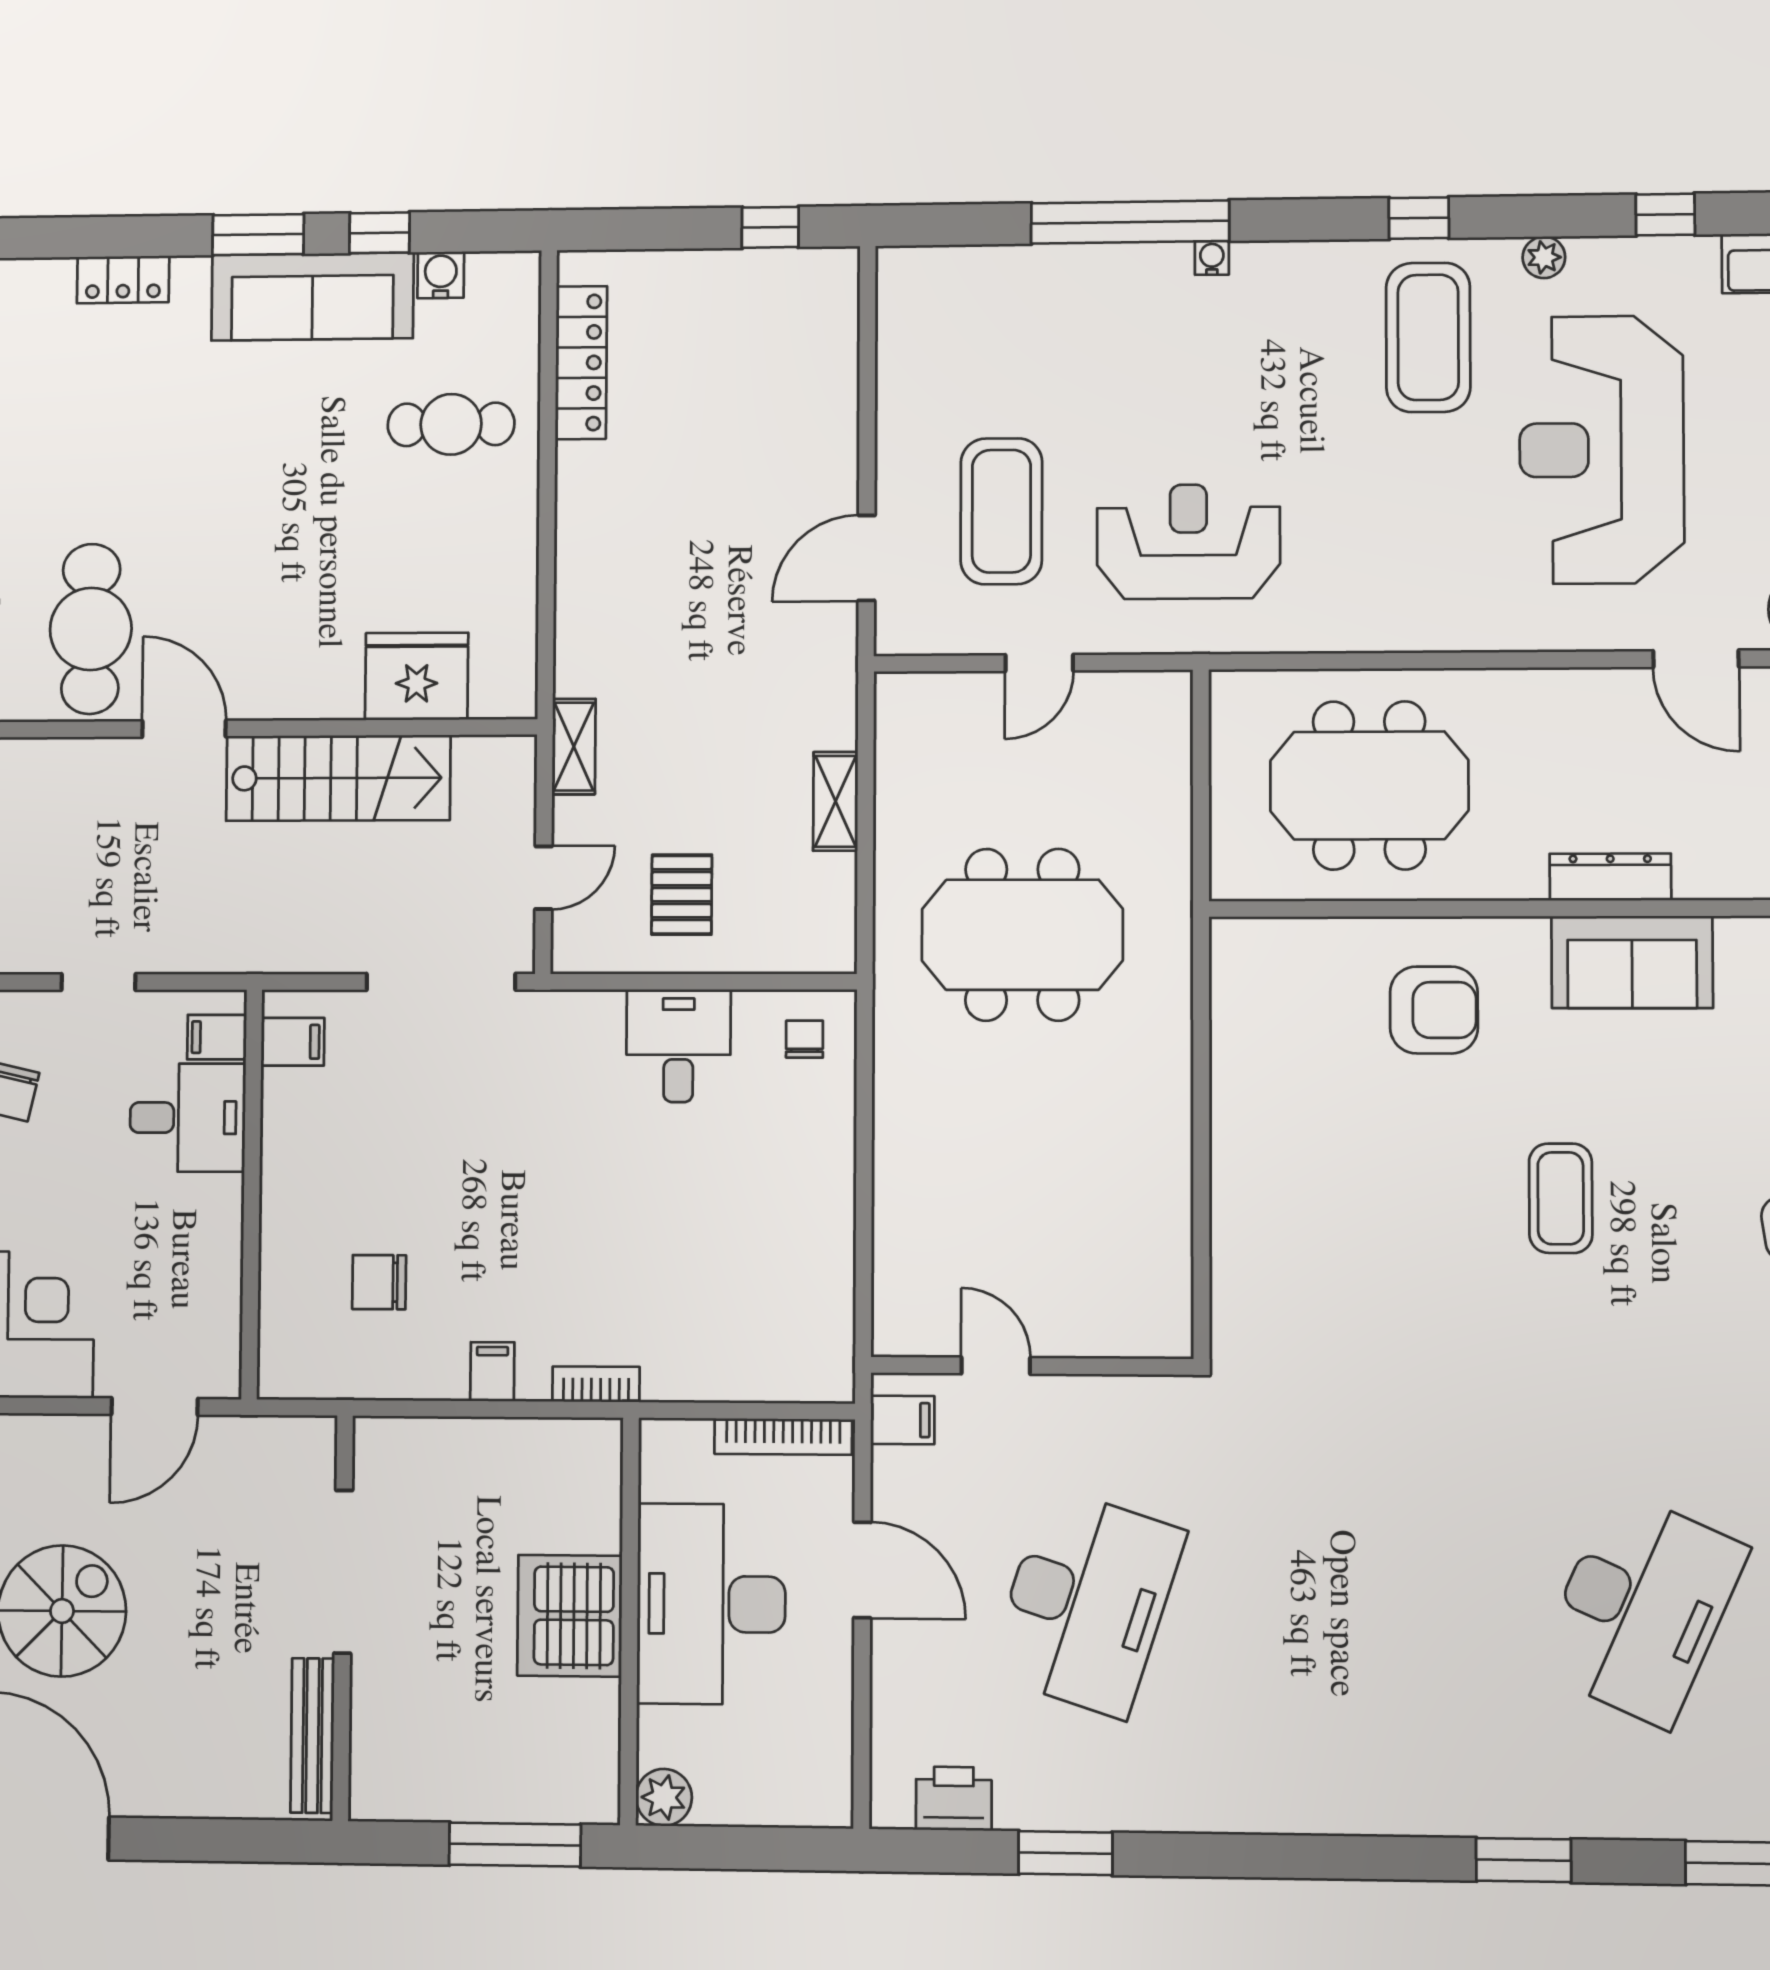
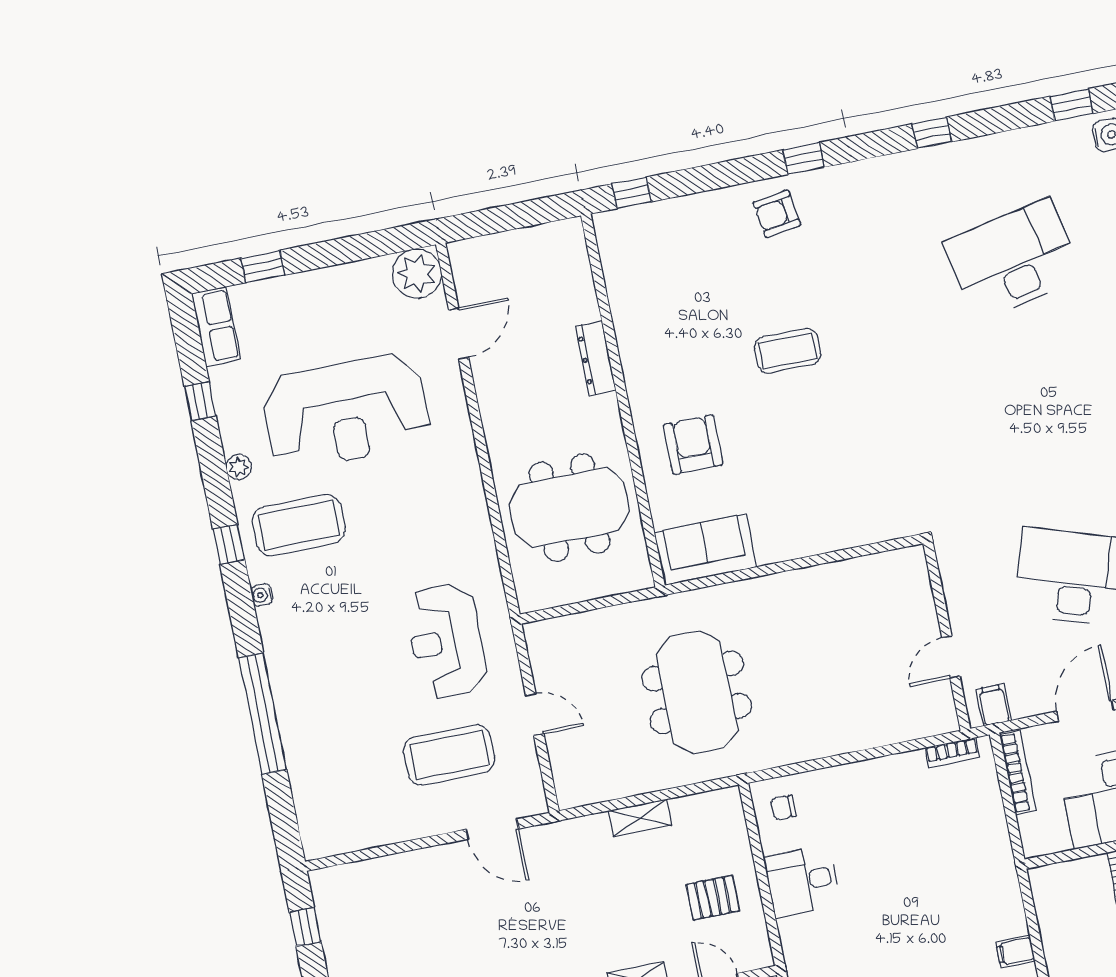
water cooler: (1212, 258) -> (262, 595), moved
meeting table: (1369, 785) -> (569, 508), turned 90
sofa: (1632, 962) -> (705, 550), moved, turned -90
bookcase: (596, 1384) -> (952, 753), moved, turned -90
desk: (1641, 1608) -> (1013, 260), turned -36

